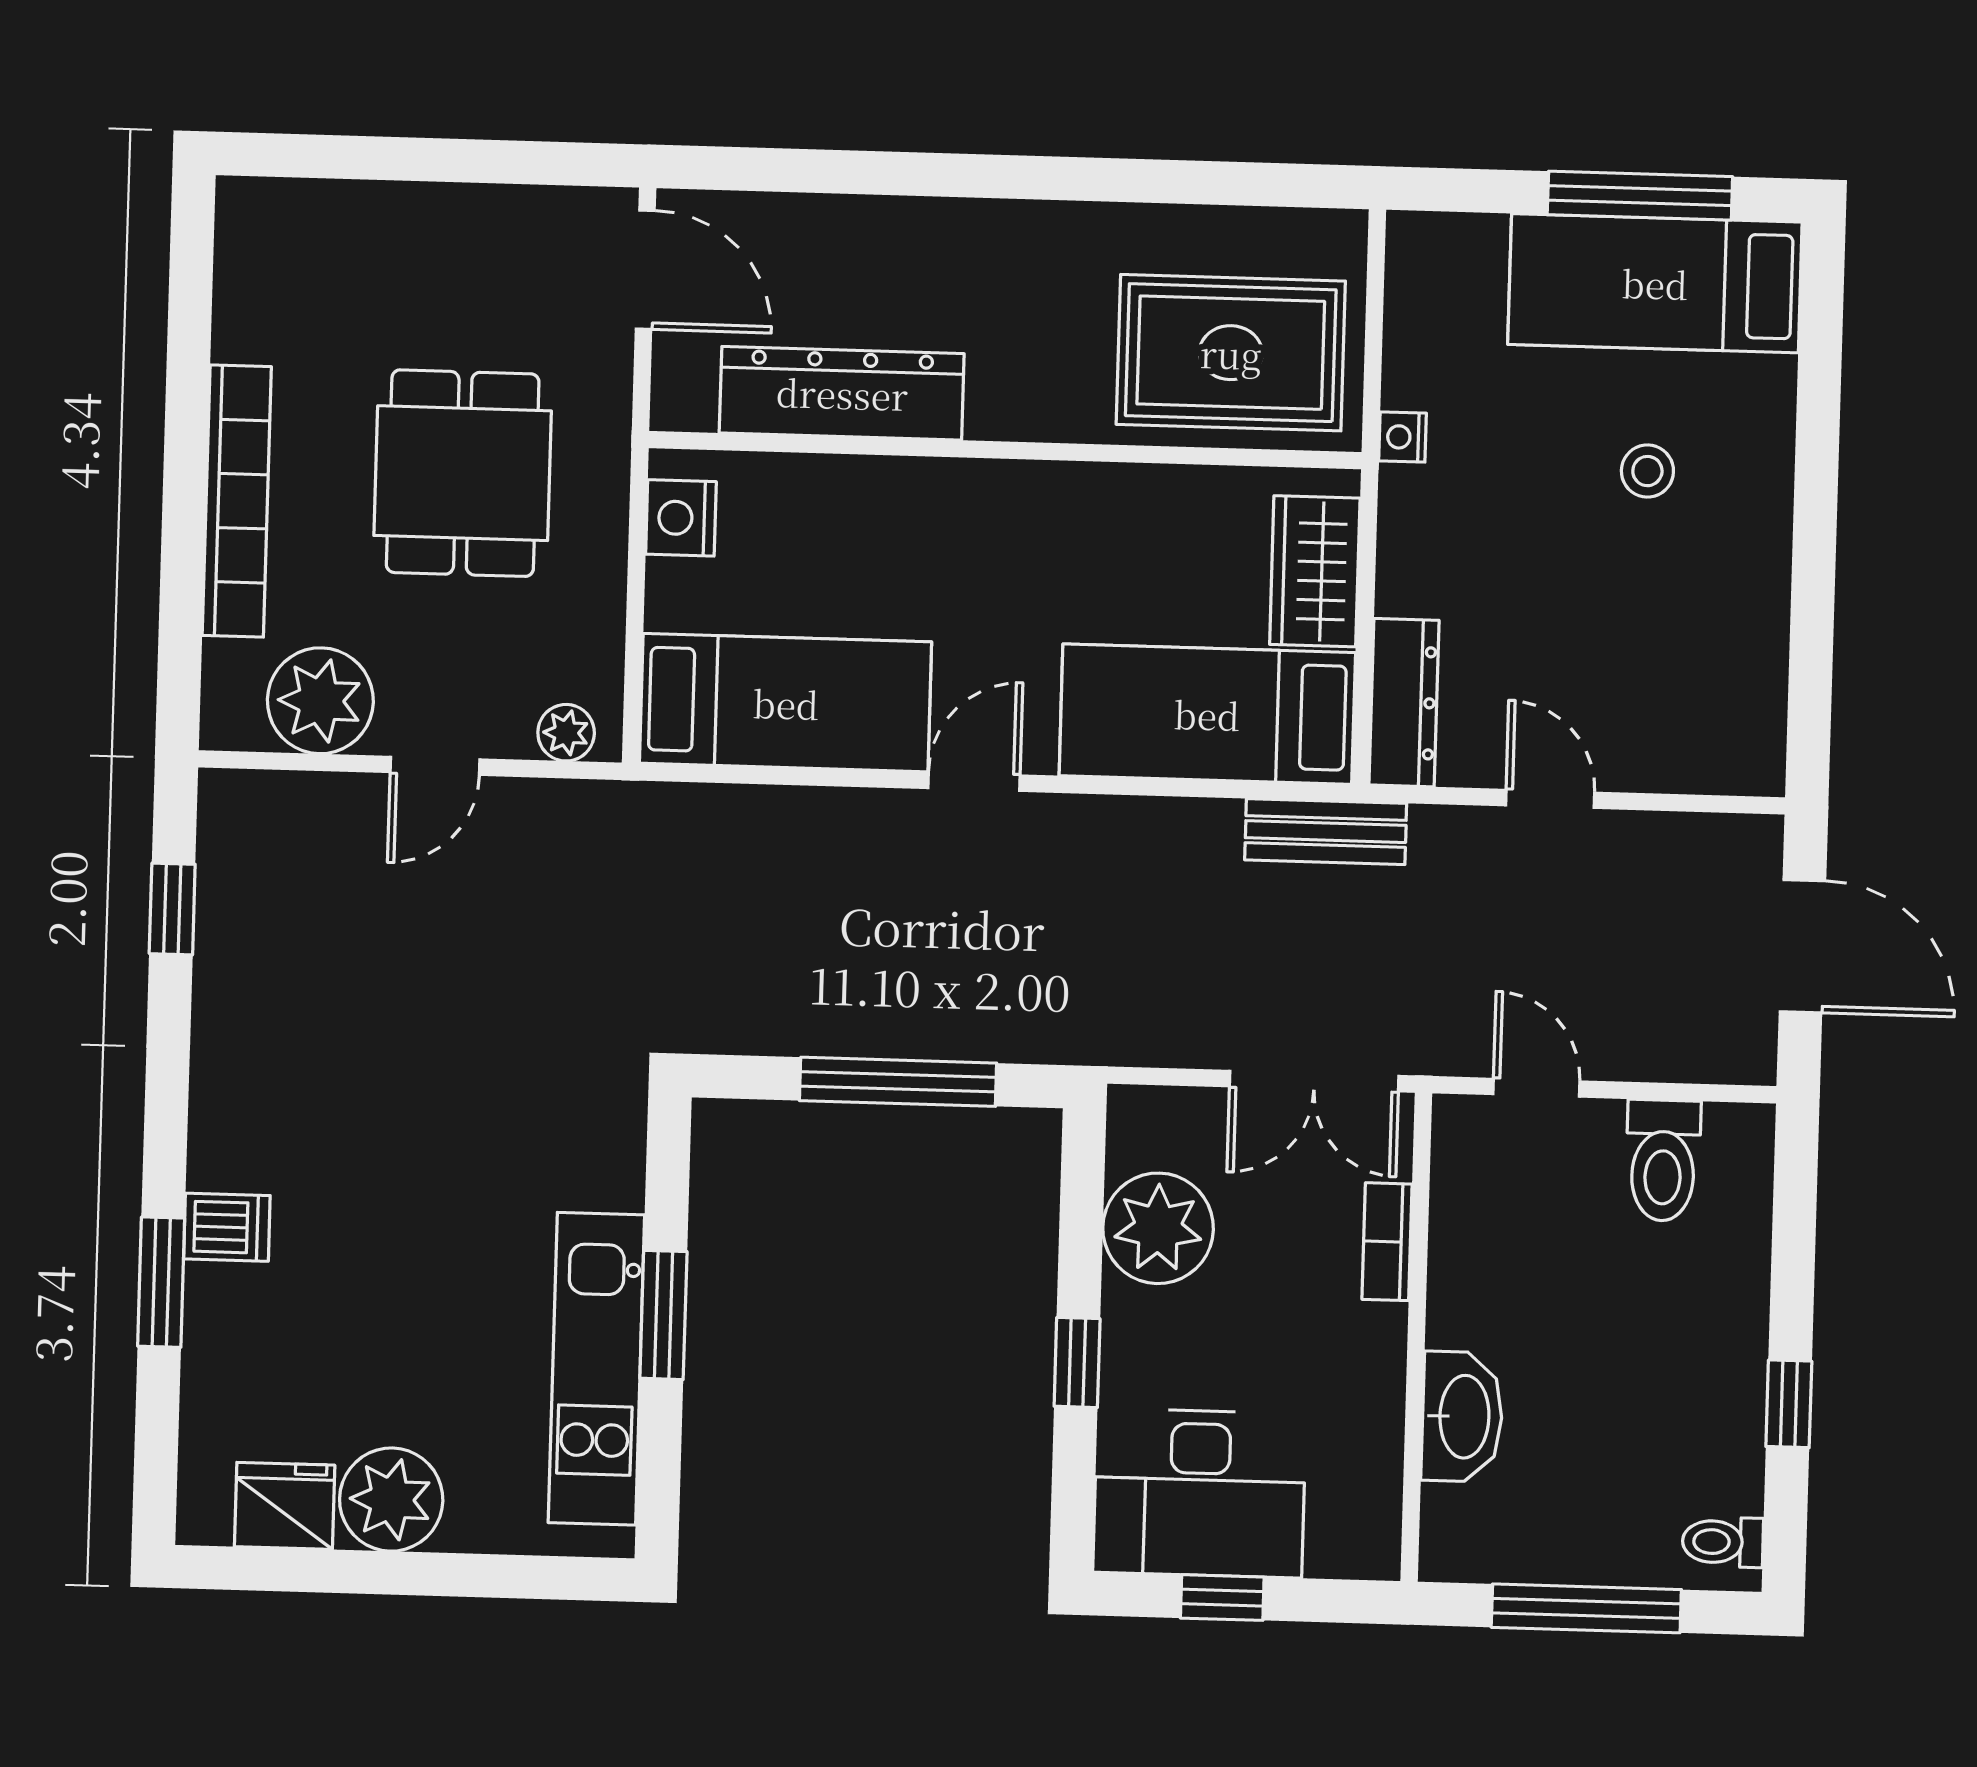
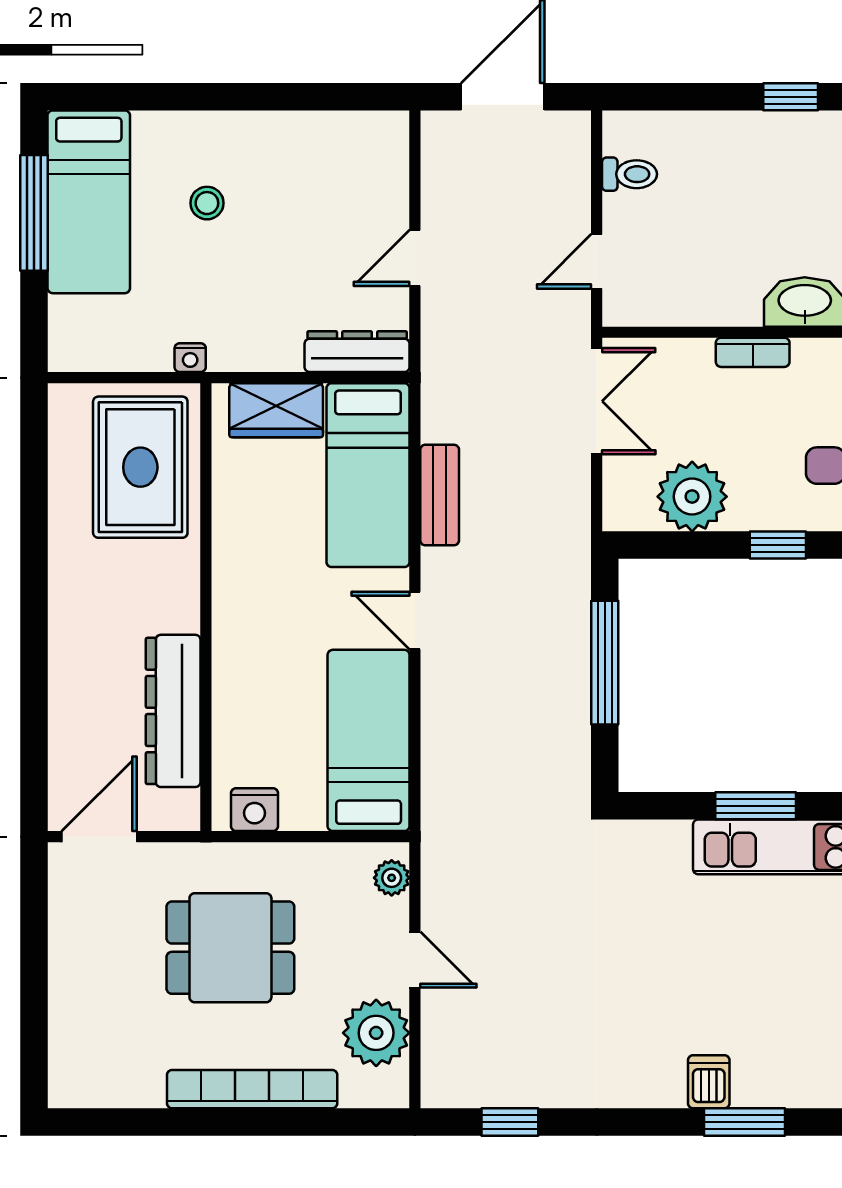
bench: (1326, 832) -> (440, 495), moved
toilet: (1663, 1160) -> (629, 174), width x0.73, depth x0.72
bookcase: (1387, 1242) -> (753, 352), moved

